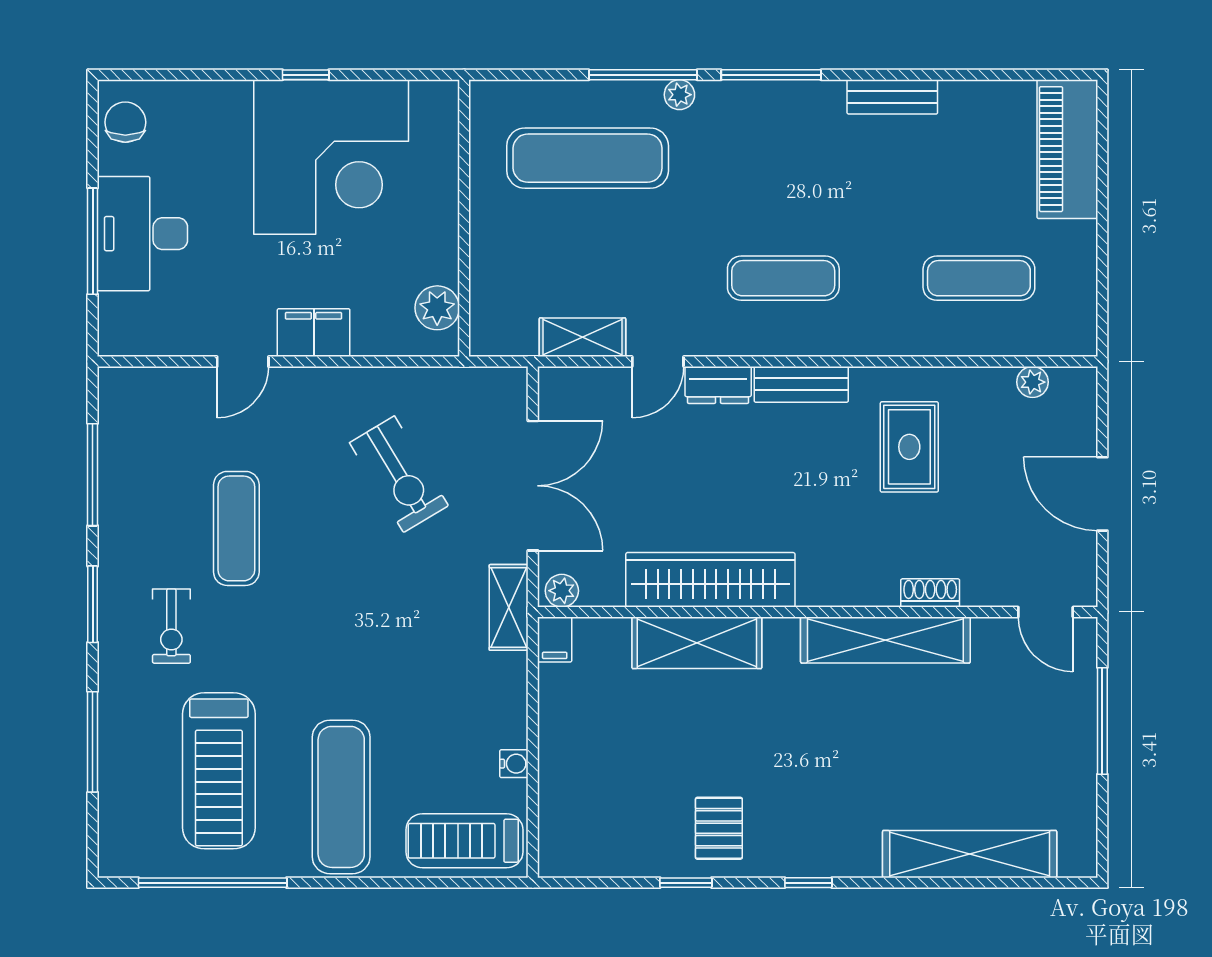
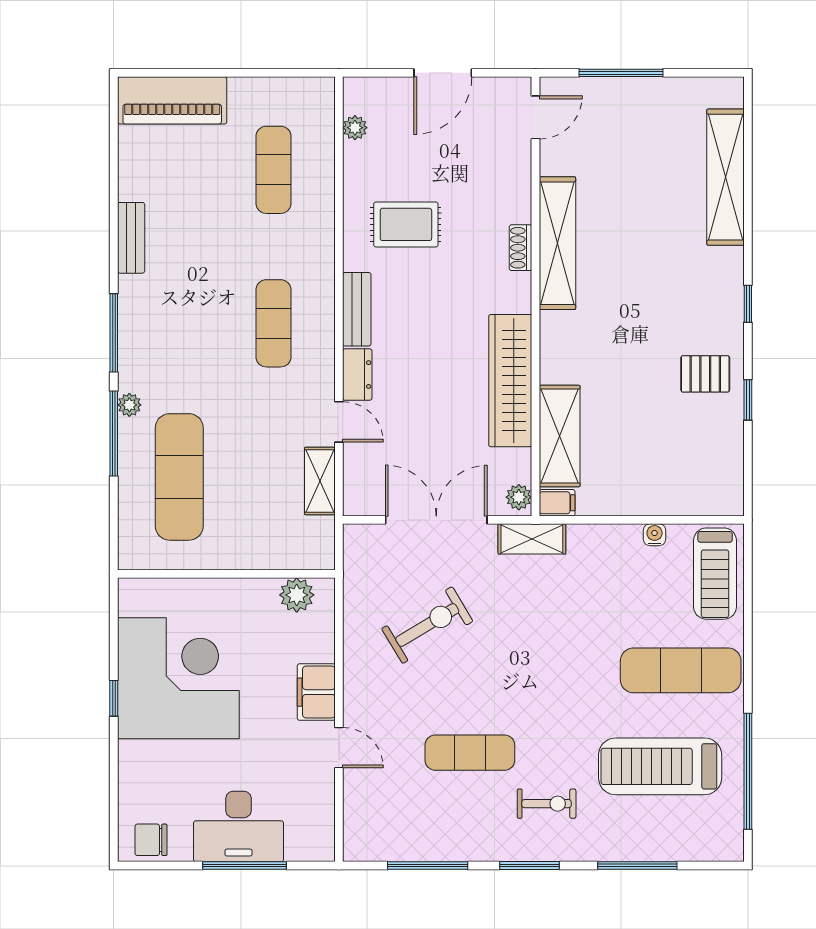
shoe rack: (930, 593) -> (521, 248), moved
shelving: (697, 643) -> (560, 436), moved
treadmill: (219, 771) -> (660, 766), turned 180

